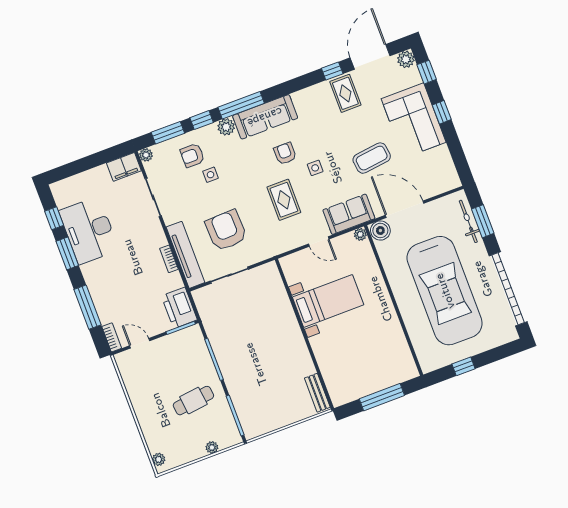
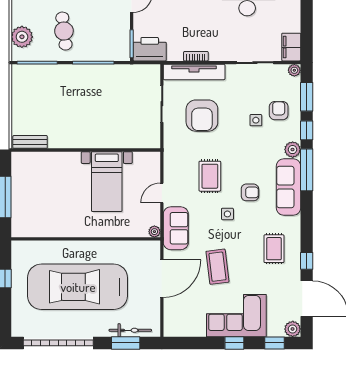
rug: (345, 93) -> (274, 249), moved, turned 90
rug: (284, 200) -> (210, 176), turned 90
armchair: (226, 230) -> (202, 116), turned 92
boiler: (380, 230) -> (151, 250), removed
plant: (212, 447) -> (22, 37), width x1.88, depth x1.88

